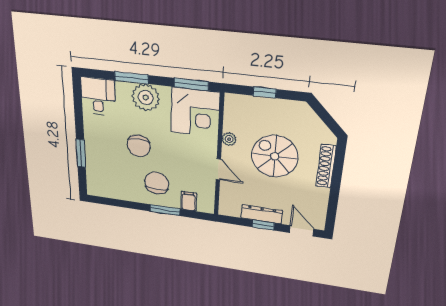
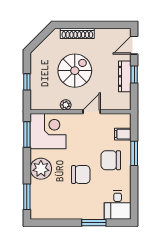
window: (131, 78) -> (27, 197), moved
desk: (98, 96) -> (118, 205), moved, turned -90
spiral stairs: (275, 156) -> (75, 71), turned 180

